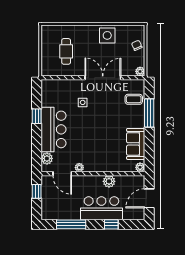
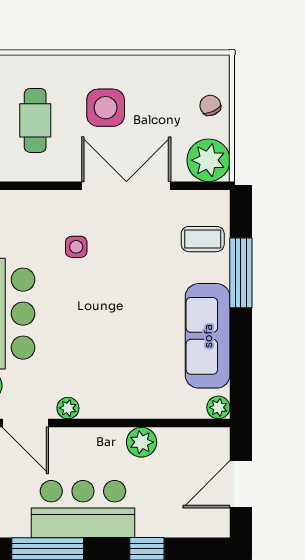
side table: (107, 35) -> (106, 108), moved
plant: (140, 71) -> (208, 160), width x1.88, depth x1.88
sofa: (136, 144) -> (208, 336), width x1.36
bar counter: (101, 208) -> (83, 509), moved

